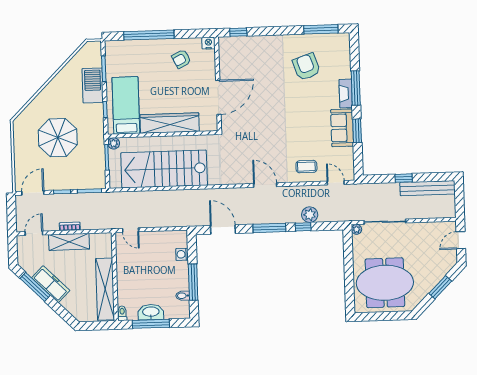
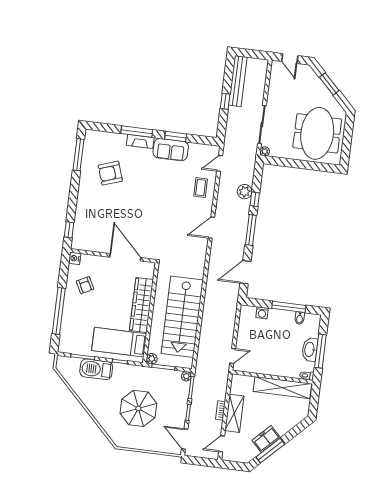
plant: (101, 184) -> (186, 376), added
door: (34, 233) -> (222, 444), hinge flipped
freezer: (51, 284) -> (266, 439), width x0.71

